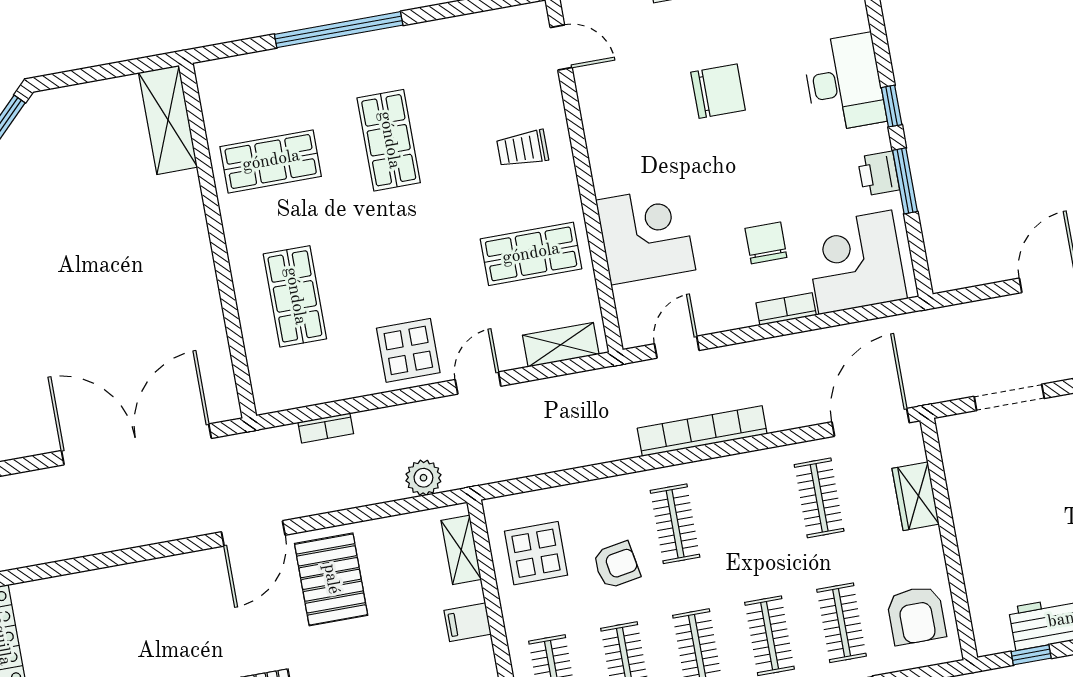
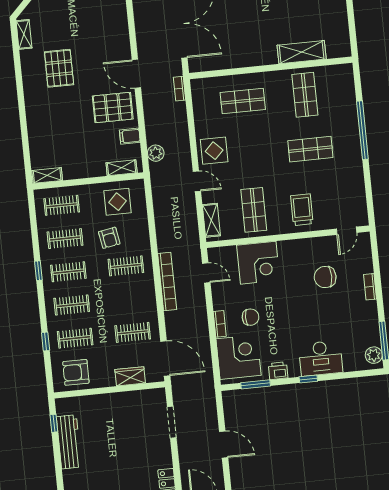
chair: (718, 91) -> (325, 277), moved, turned 90
shelving: (168, 120) -> (302, 52), moved
trolley: (523, 149) -> (302, 210), width x1.36, depth x1.39
window: (905, 181) -> (256, 384), moved
bookcase: (326, 428) -> (180, 89), moved
filing cabinet: (468, 622) -> (130, 136), moved, turned -90

